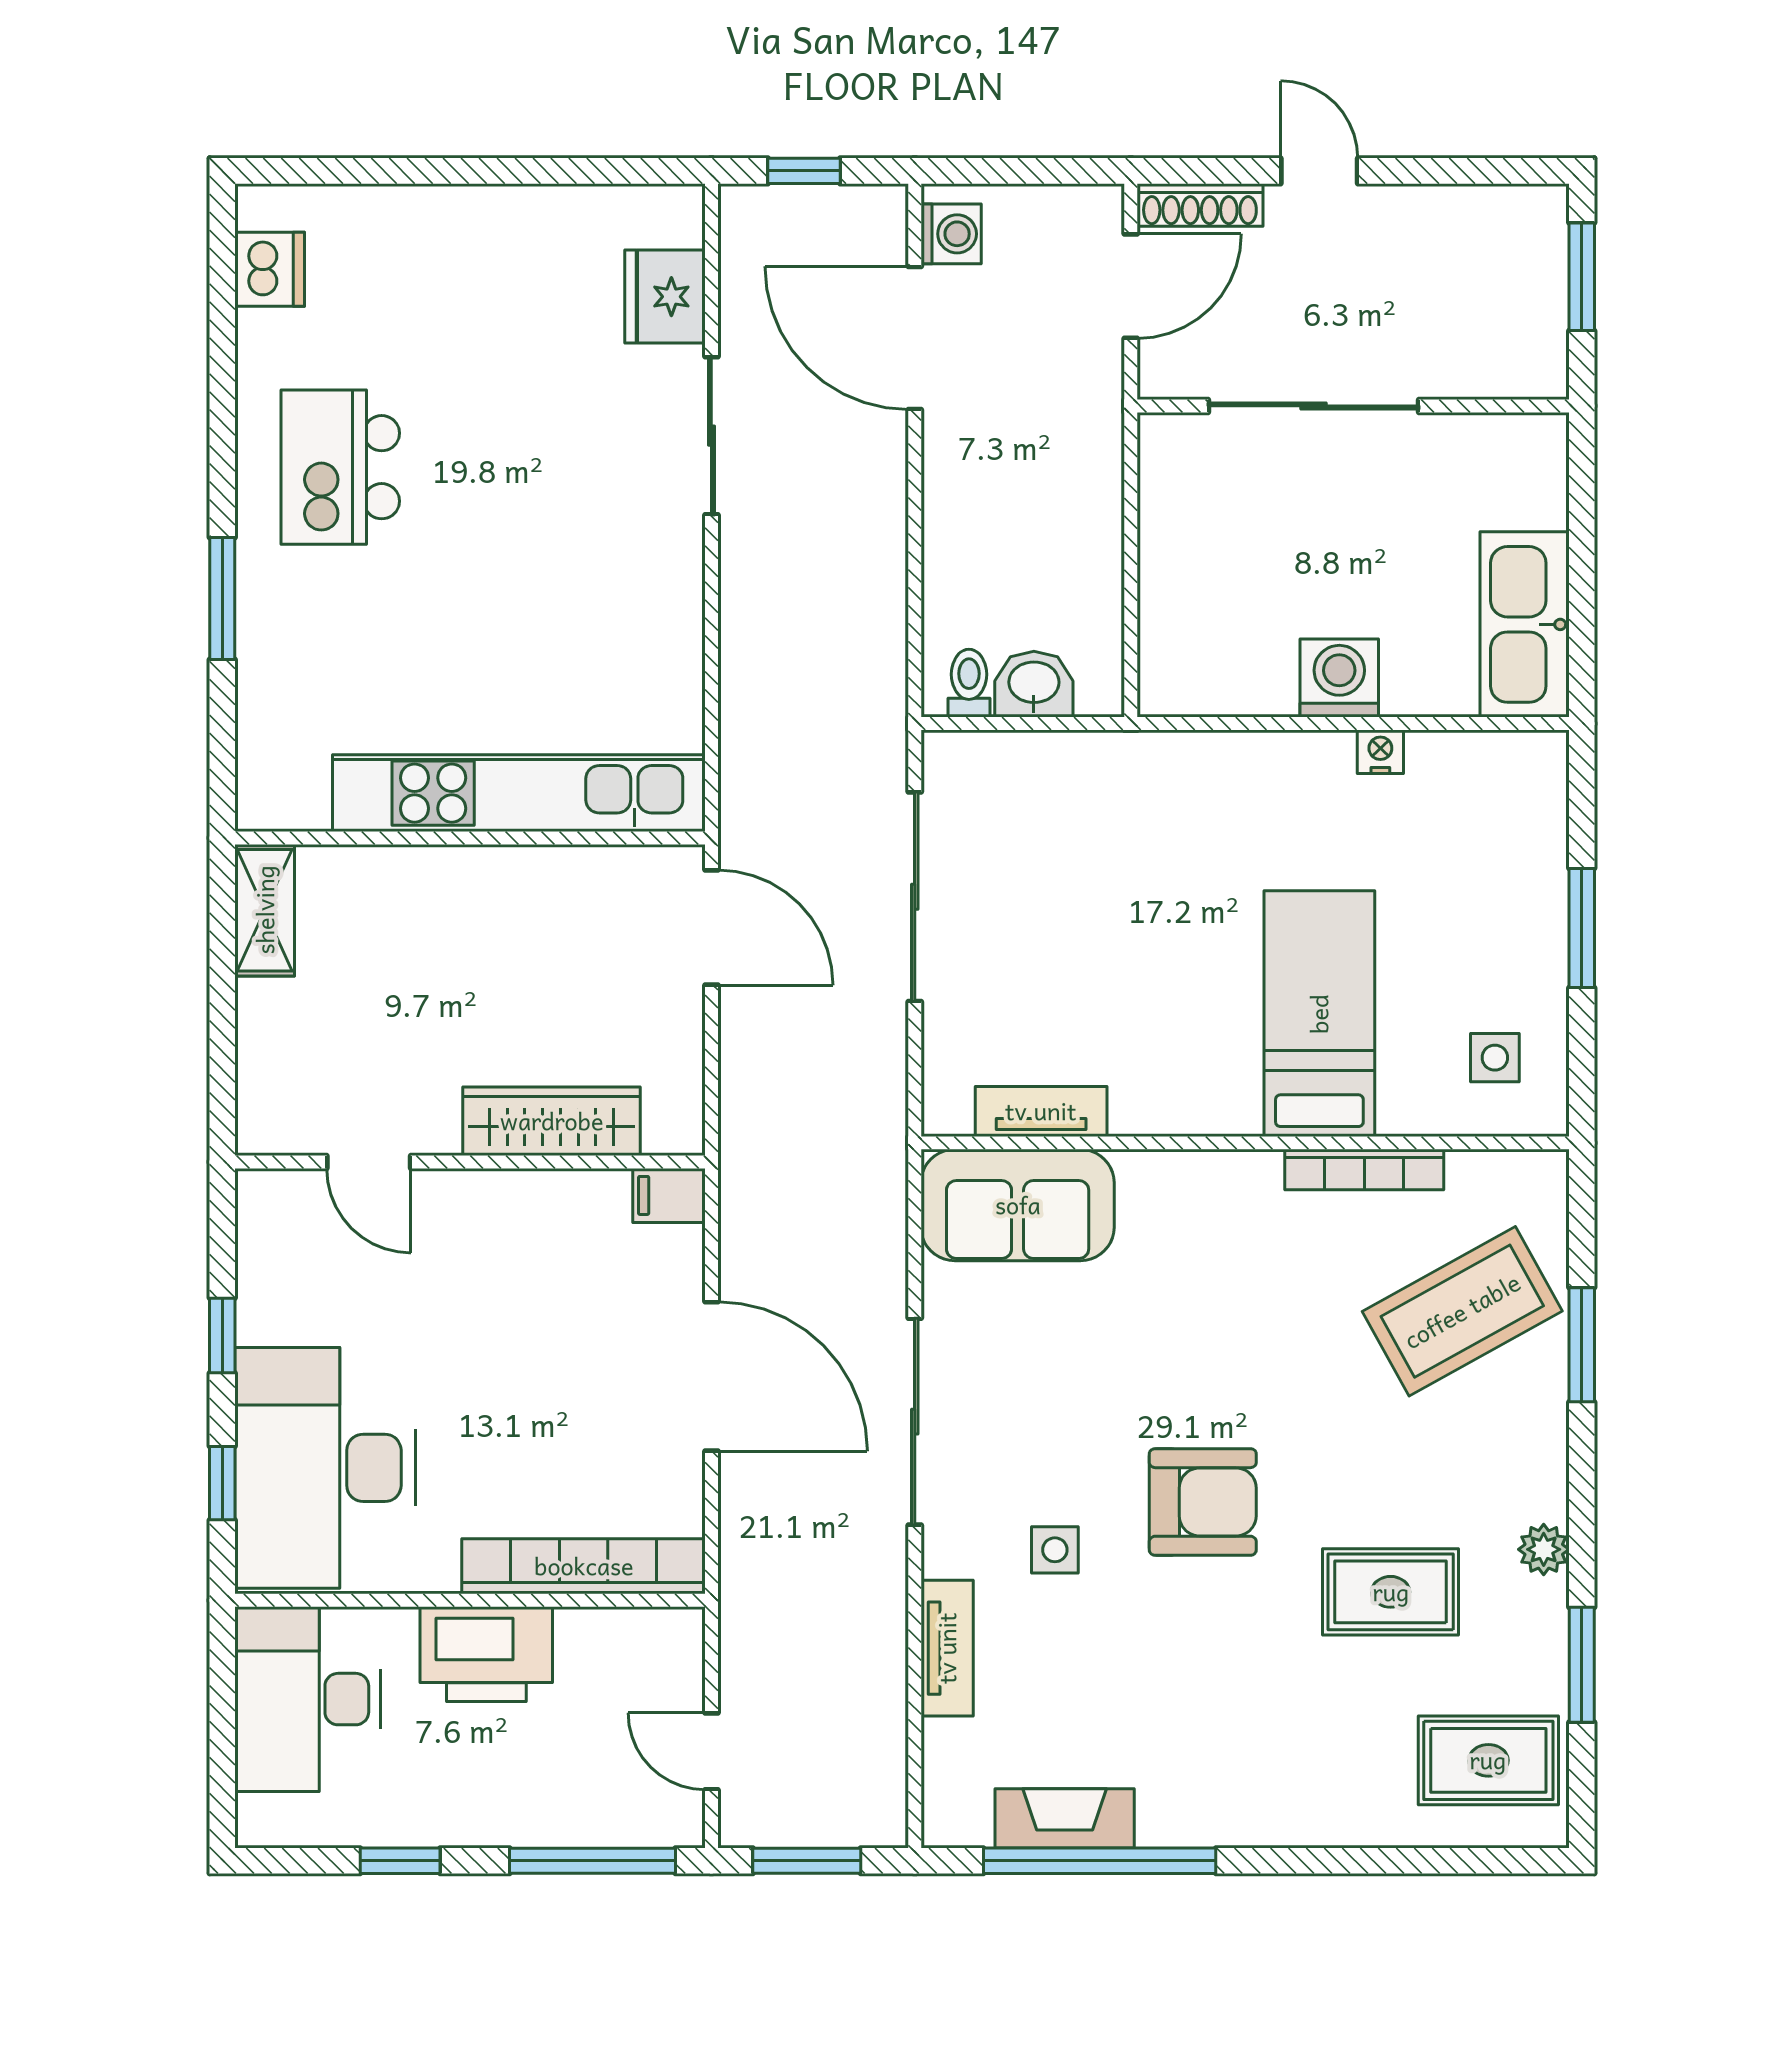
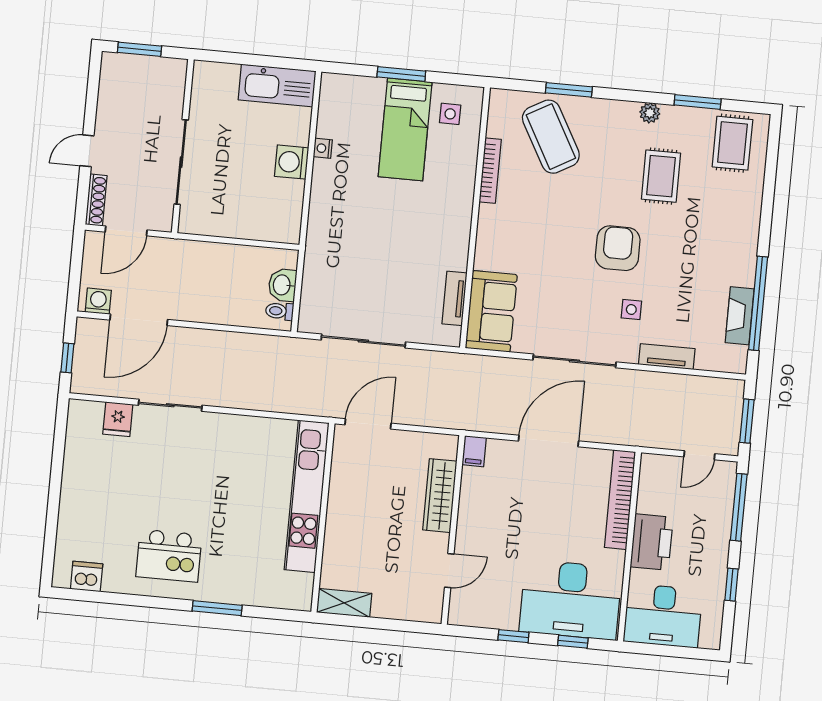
door: (1131, 286) -> (126, 231), swing flipped
fridge: (665, 297) -> (118, 419), width x0.72
bed: (1319, 1014) -> (405, 129), moved, turned -90

